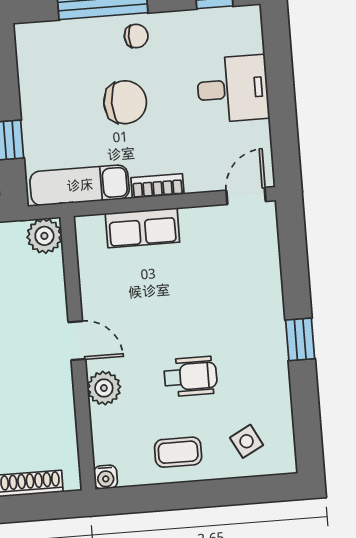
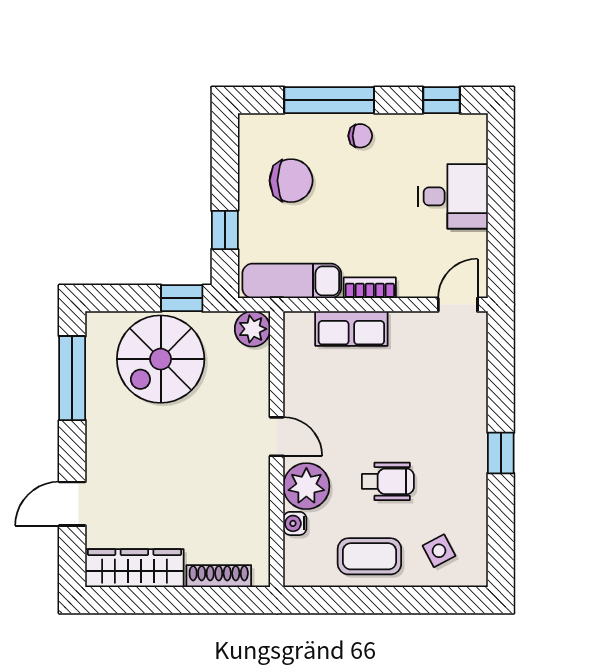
chair: (125, 102) -> (291, 181), moved
plant: (104, 388) -> (306, 486), width x1.36, depth x1.36
coffee table: (178, 452) -> (369, 556), width x1.36, depth x1.30
water cooler: (106, 477) -> (295, 523), moved, turned 90

